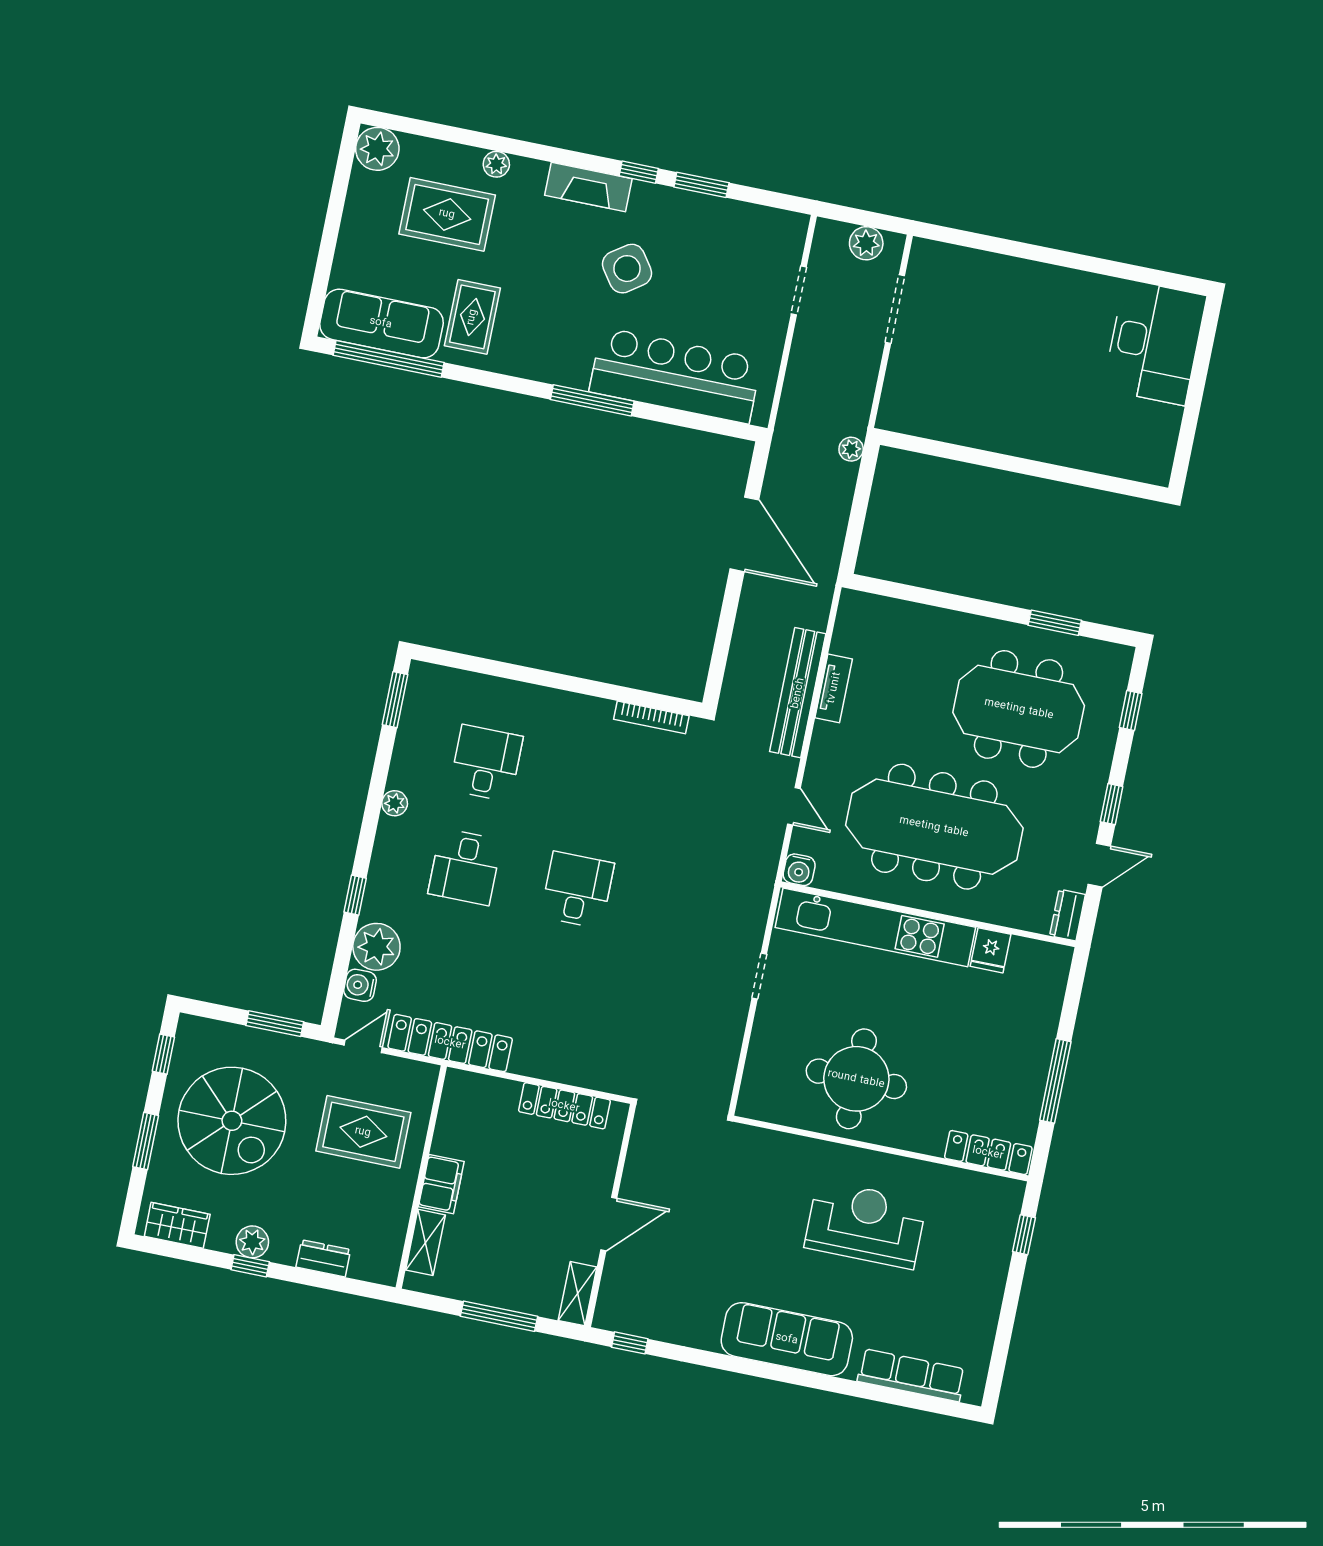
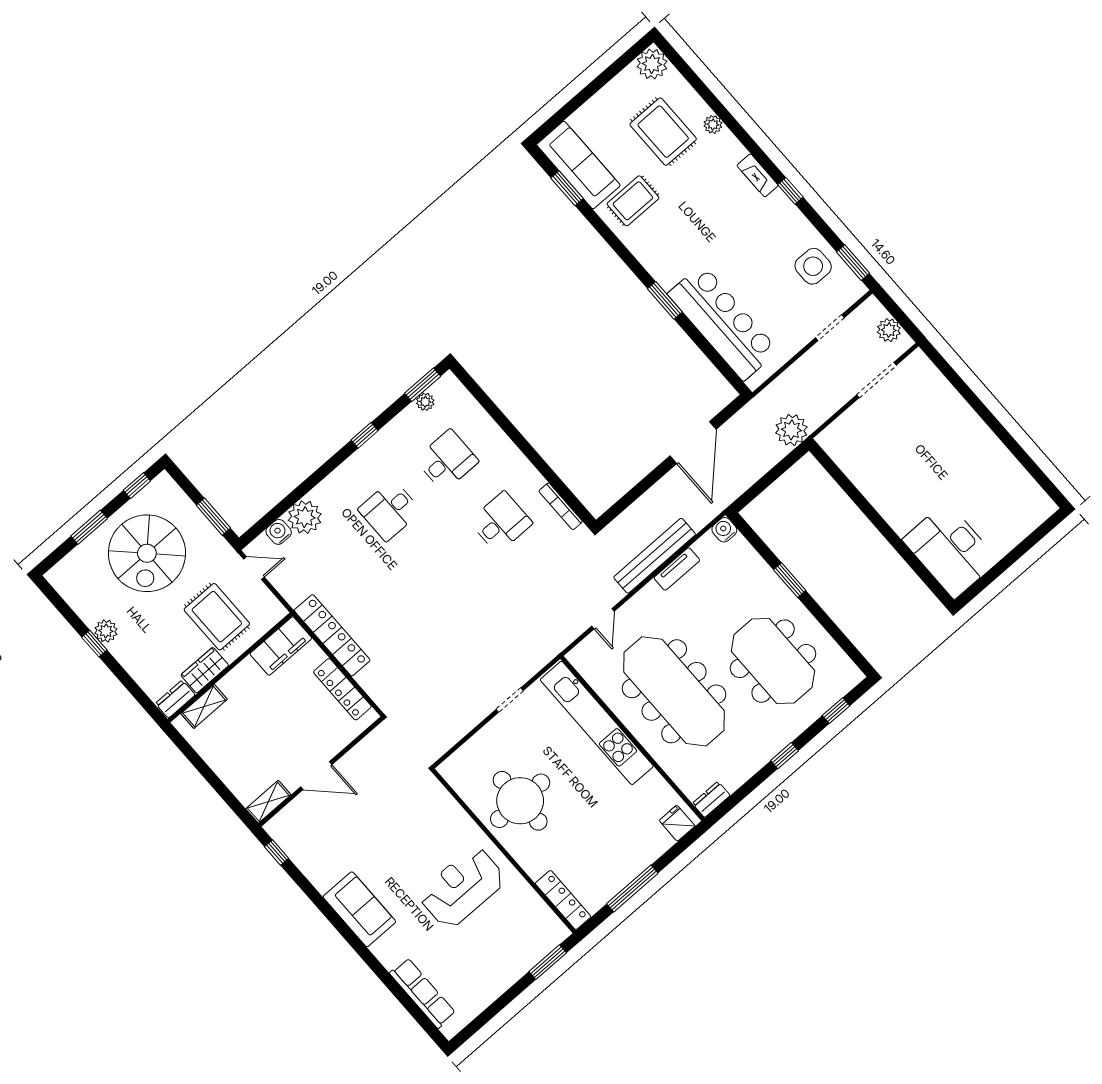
window: (701, 185) -> (853, 263), moved
fireplace: (588, 187) -> (758, 175), width x0.73, depth x0.76
side table: (627, 269) -> (813, 266), moved, turned 35
desk: (1155, 342) -> (950, 550), moved, turned 90
window: (389, 359) -> (567, 188), width x0.47
window: (592, 400) -> (665, 300), width x0.69
plant: (851, 449) -> (791, 430), width x1.87, depth x1.87
window: (1055, 623) -> (790, 580), moved
plant: (395, 803) -> (425, 402), moved
door: (1099, 865) -> (751, 785), removed
water cooler: (799, 870) -> (724, 530), moved, turned 90
desk: (577, 890) -> (501, 522), moved
window: (355, 895) -> (365, 435), moved
fridge: (990, 950) -> (677, 823), moved, turned 90
locker: (450, 1043) -> (332, 635), moved
filing cabinet: (441, 1184) -> (281, 646), moved, width x1.50, depth x1.17
reception desk: (866, 1224) -> (462, 887), turned -90
wardrobe: (177, 1225) -> (205, 670), moved, turned -90
window: (1024, 1235) -> (548, 962), width x1.50
dresser: (323, 1258) -> (175, 699), moved, turned -90
window: (499, 1316) -> (214, 780), removed
sofa: (787, 1339) -> (359, 909), width x0.73

